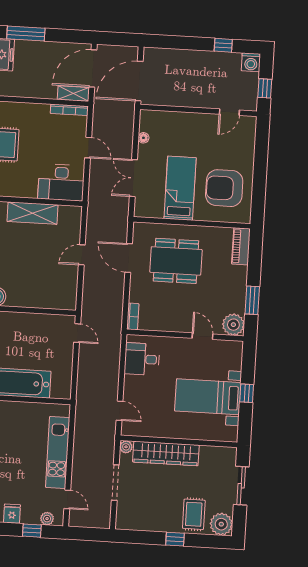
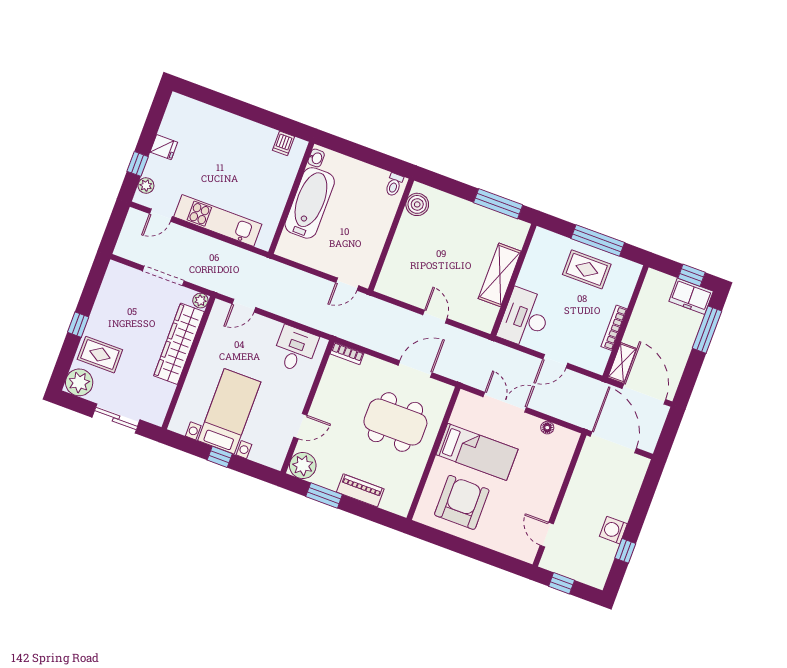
washing machine: (251, 62) -> (613, 530), moved
bookcase: (69, 110) -> (614, 328), moved
piano: (241, 246) -> (360, 490), moved
dining table: (176, 261) -> (395, 422), turned 90

